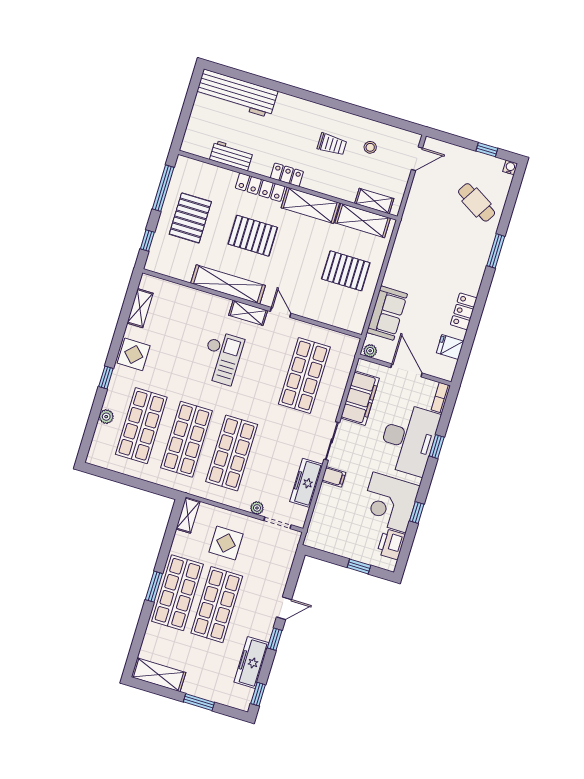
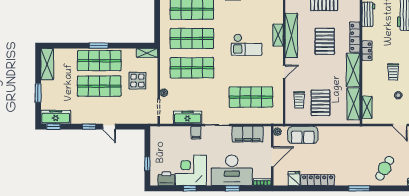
trolley: (331, 302) -> (299, 100), added
locker: (464, 311) -> (318, 180), width x1.53
shelving: (248, 313) -> (278, 35), moved
freezer: (251, 662) -> (56, 117), moved

